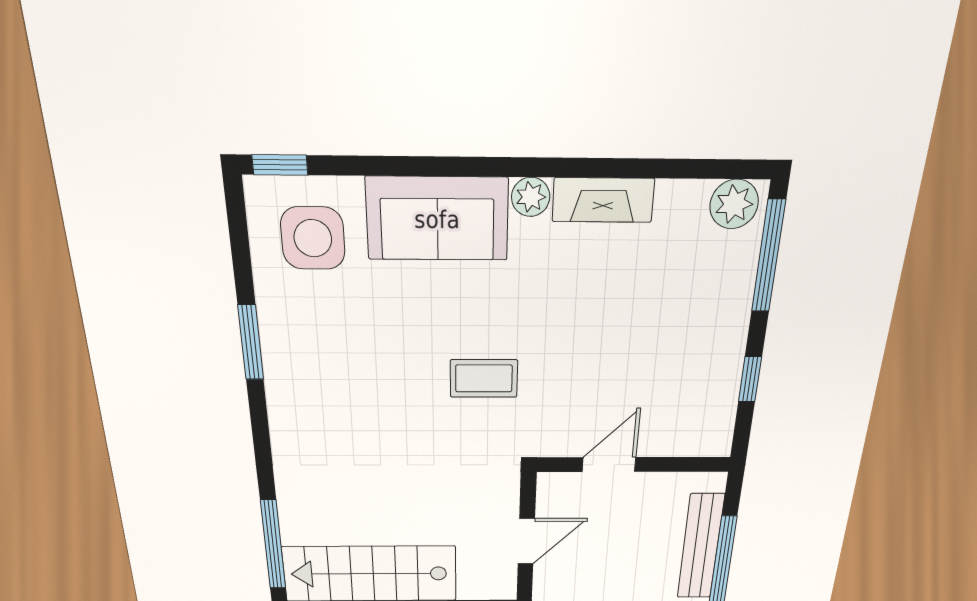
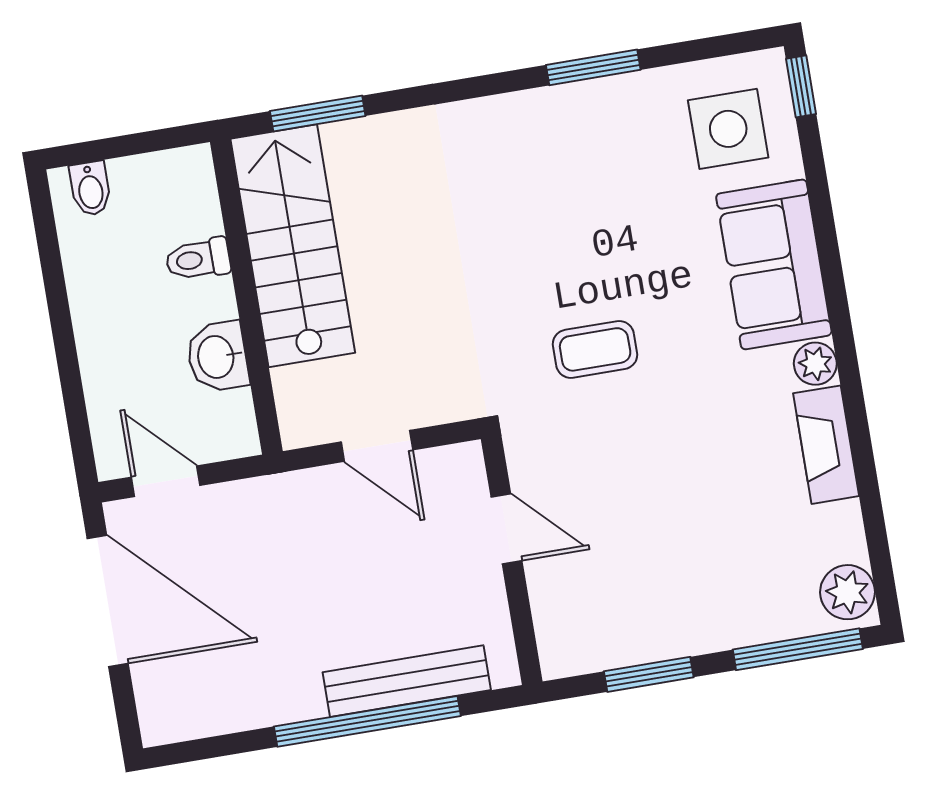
coffee table: (484, 378) -> (595, 349), turned 90
window: (750, 379) -> (649, 674), width x1.50
window: (273, 545) -> (318, 114), width x0.69

